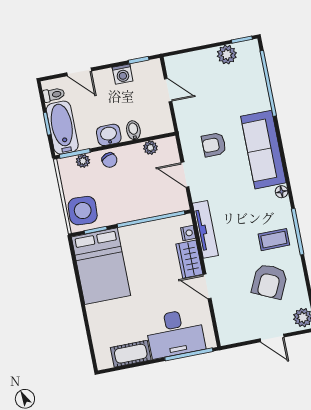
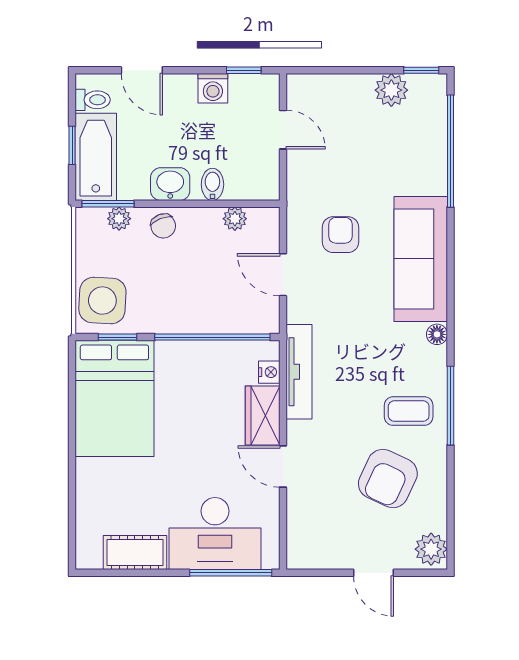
armchair: (214, 145) -> (340, 235), turned 90

